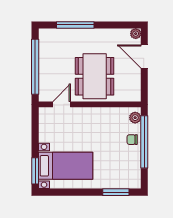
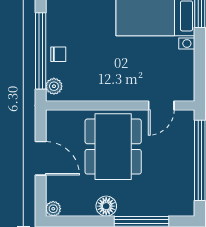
floor lamp: (99, 35) -> (106, 206), added
door: (144, 57) -> (41, 158), moved

